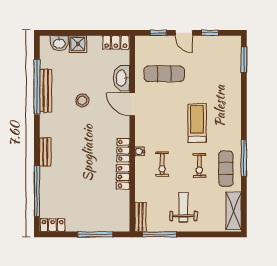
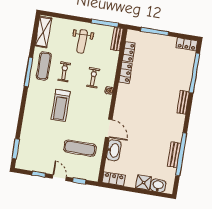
bench: (46, 91) -> (174, 155), width x0.73
stool: (82, 100) -> (147, 138), removed
locker: (123, 150) -> (129, 52), moved

